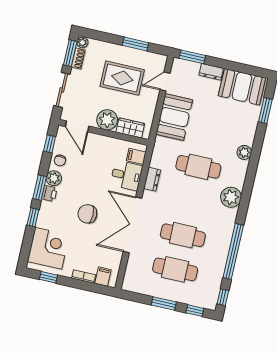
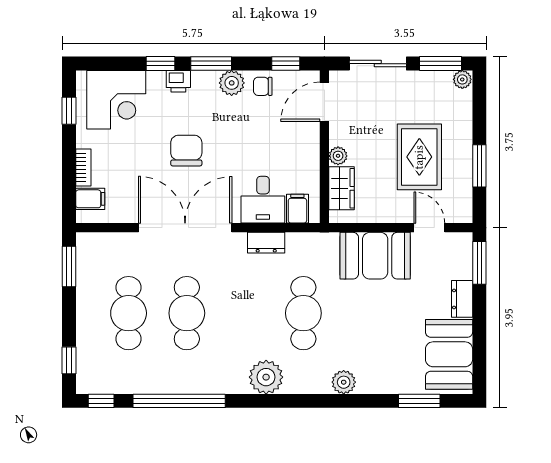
shoe rack: (78, 58) -> (435, 78), removed
plant: (107, 120) -> (338, 156), width x0.53, depth x0.53
printer: (49, 193) -> (178, 81), moved
window: (164, 303) -> (69, 267), moved

